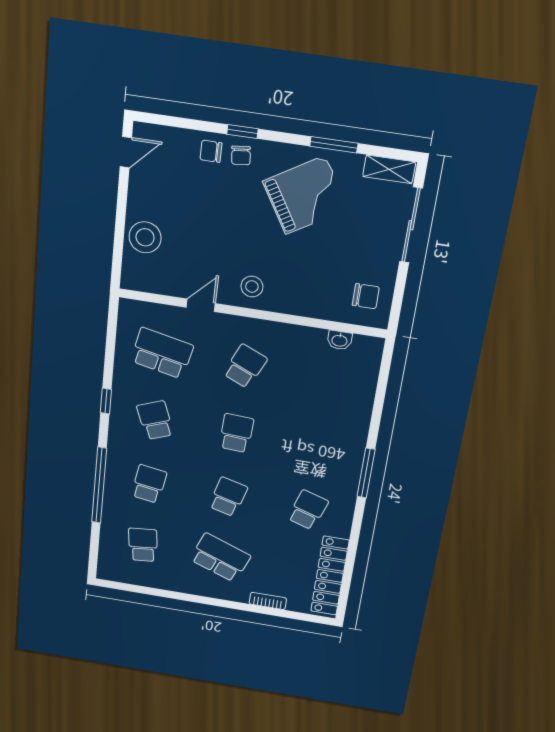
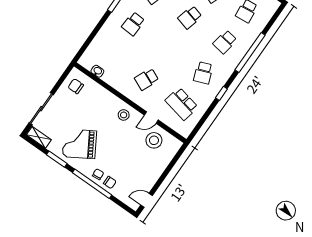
window: (242, 131) -> (92, 184), width x3.17
stool: (145, 237) -> (154, 140), moved
school desk: (236, 433) -> (133, 24), moved

